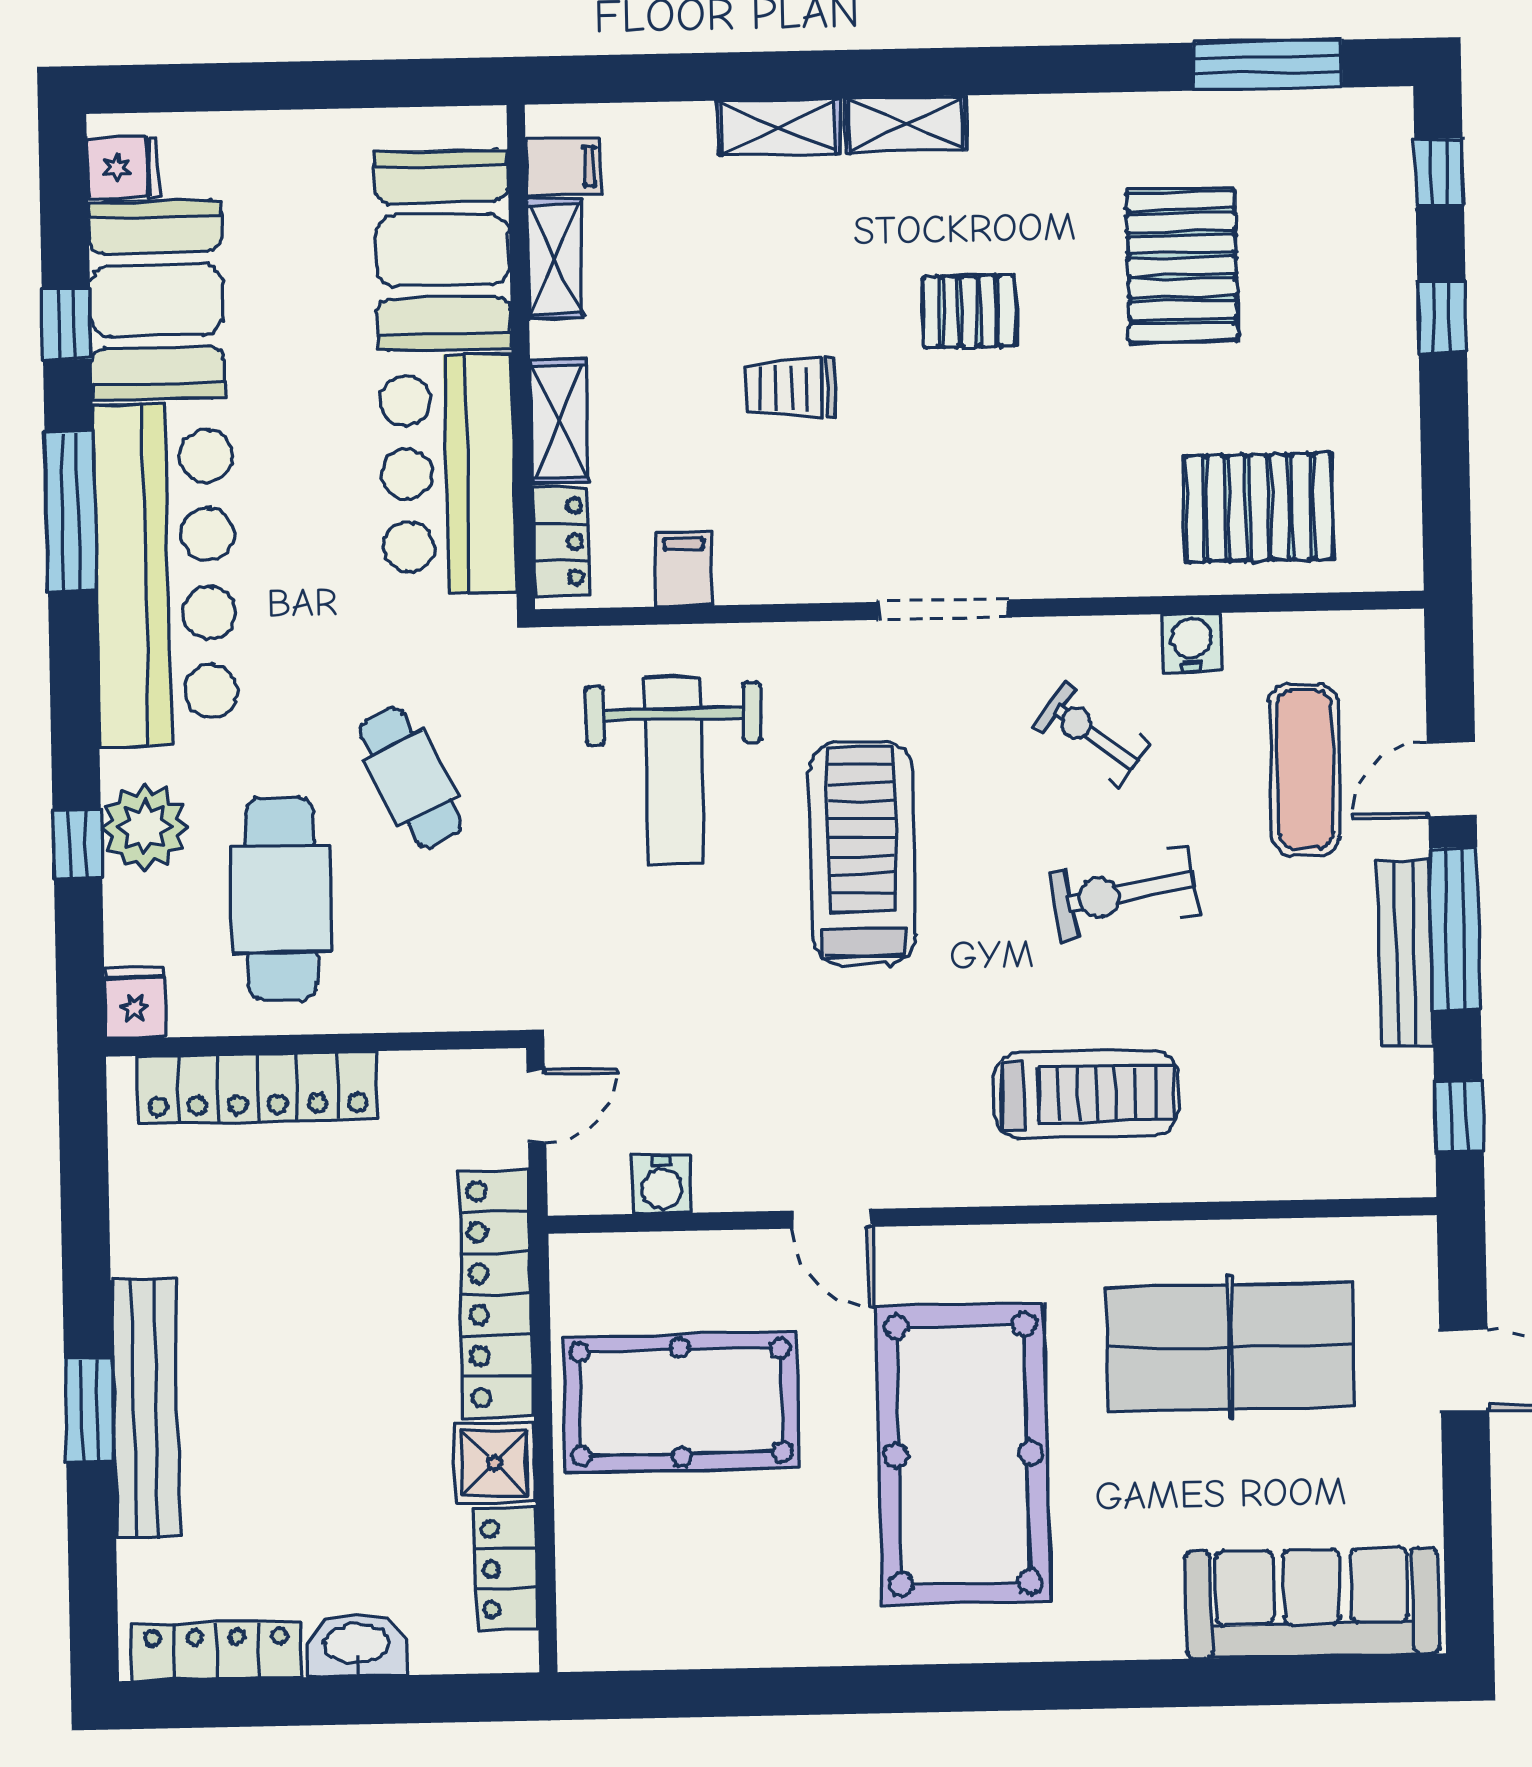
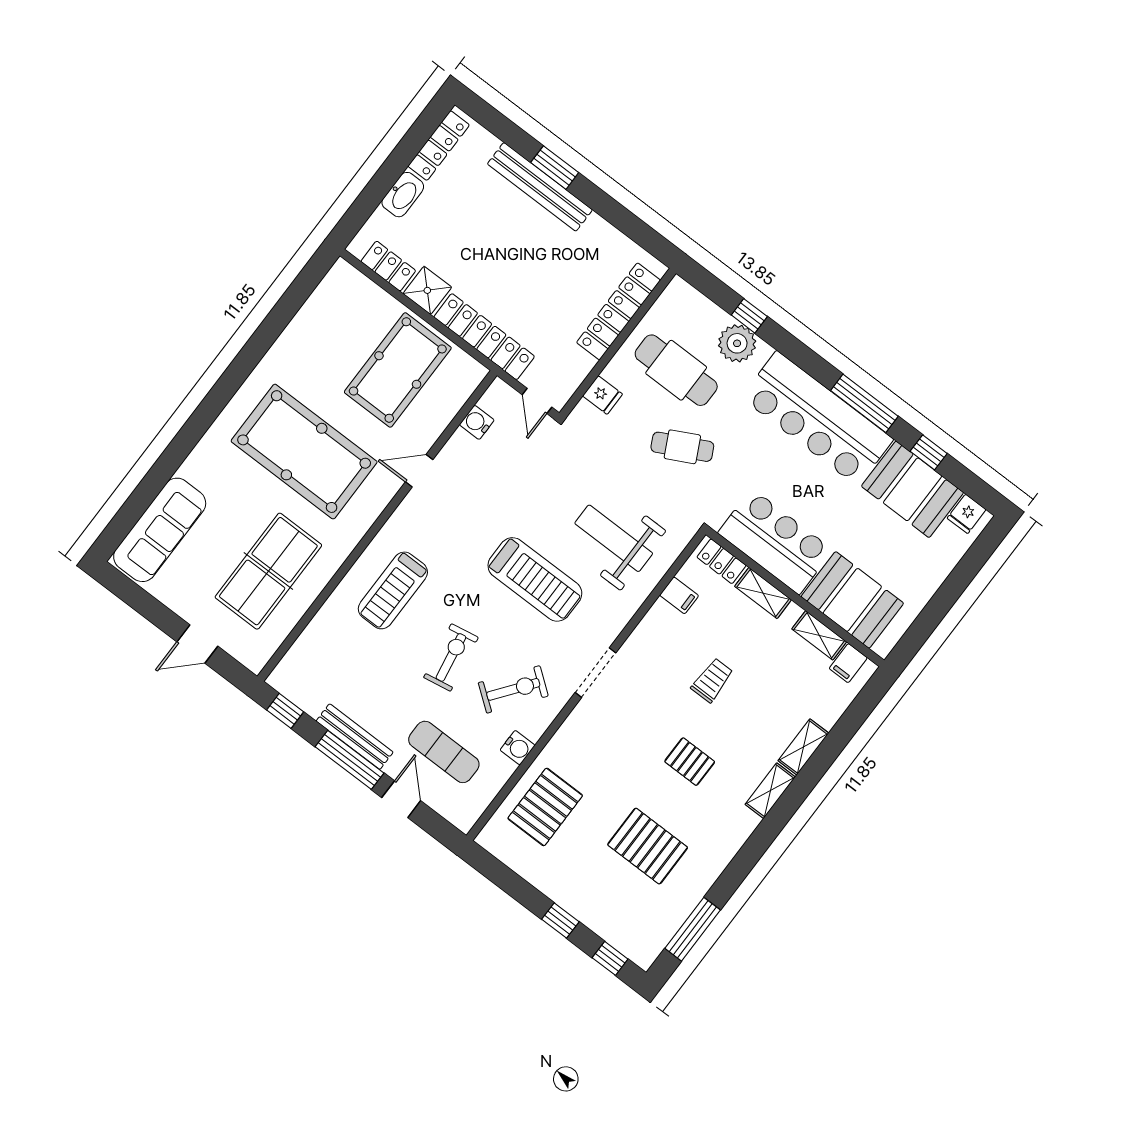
pallet: (969, 311) -> (690, 762), turned 90
exercise bike: (1092, 734) -> (513, 689), width x1.38, depth x1.39
fridge: (135, 1002) -> (603, 395), moved

